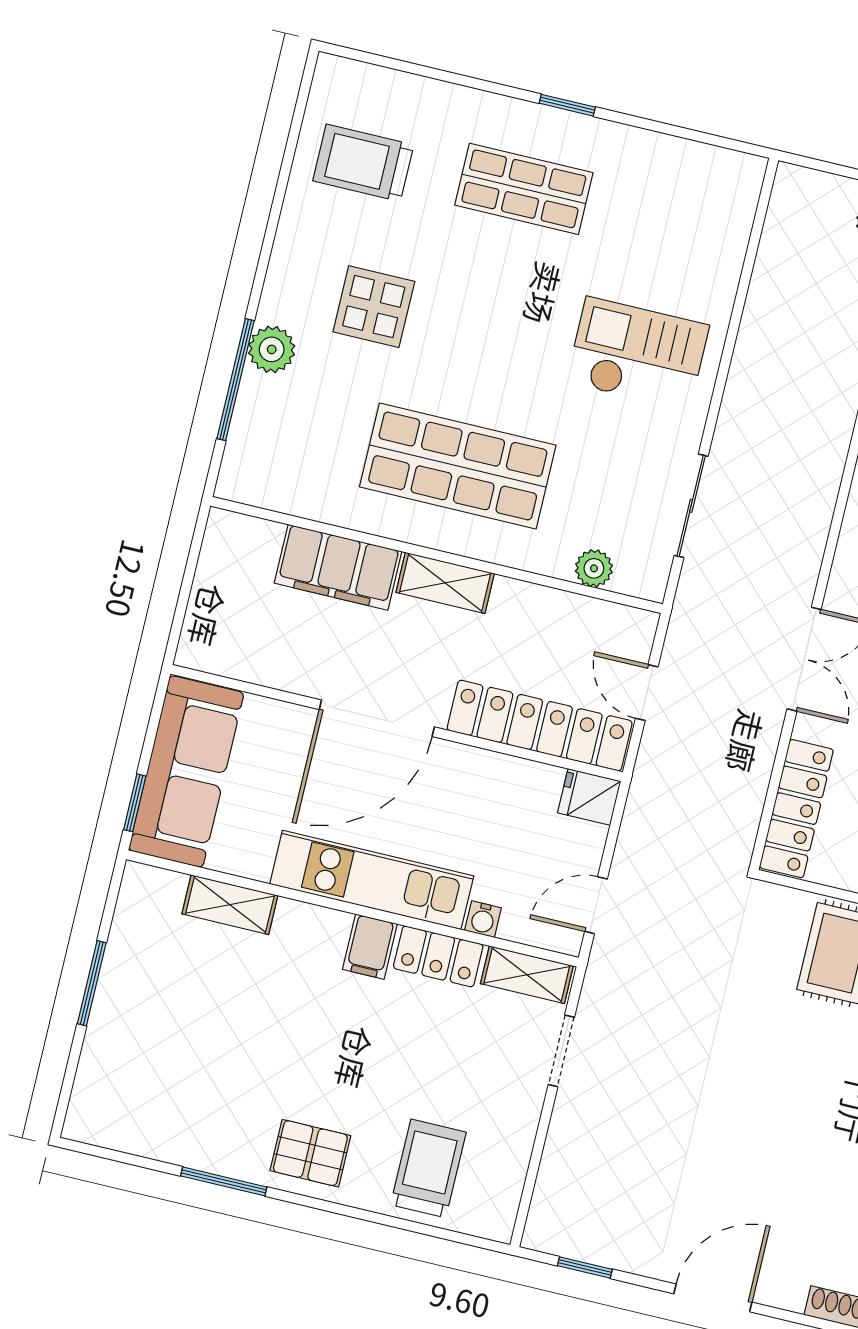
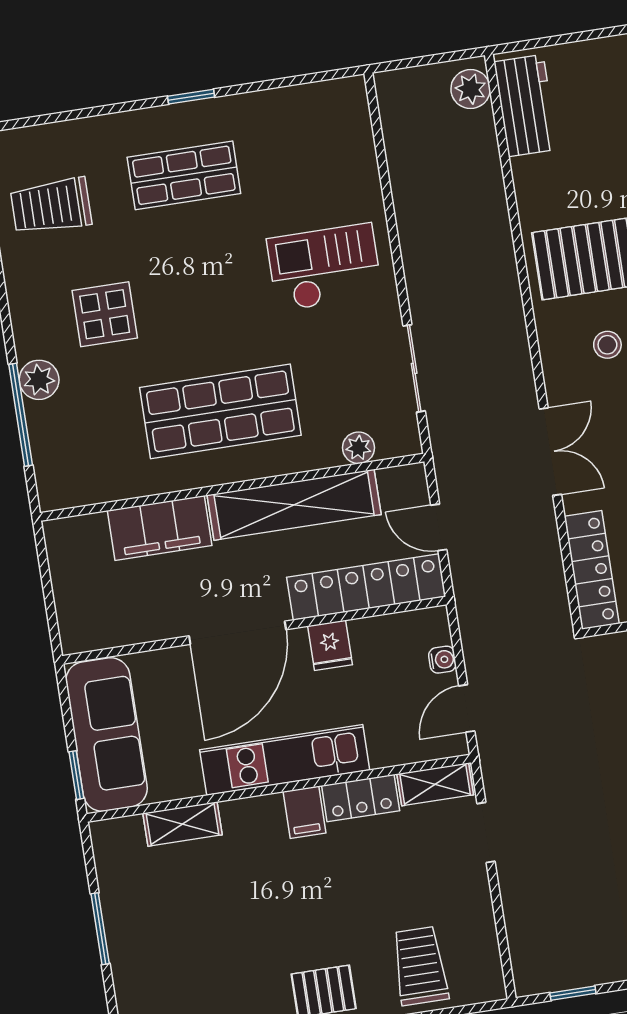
shelving: (445, 583) -> (294, 505), width x2.20, depth x1.33
fridge: (589, 797) -> (330, 645), moved, turned -90
water cooler: (483, 919) -> (442, 660), moved, turned -90

